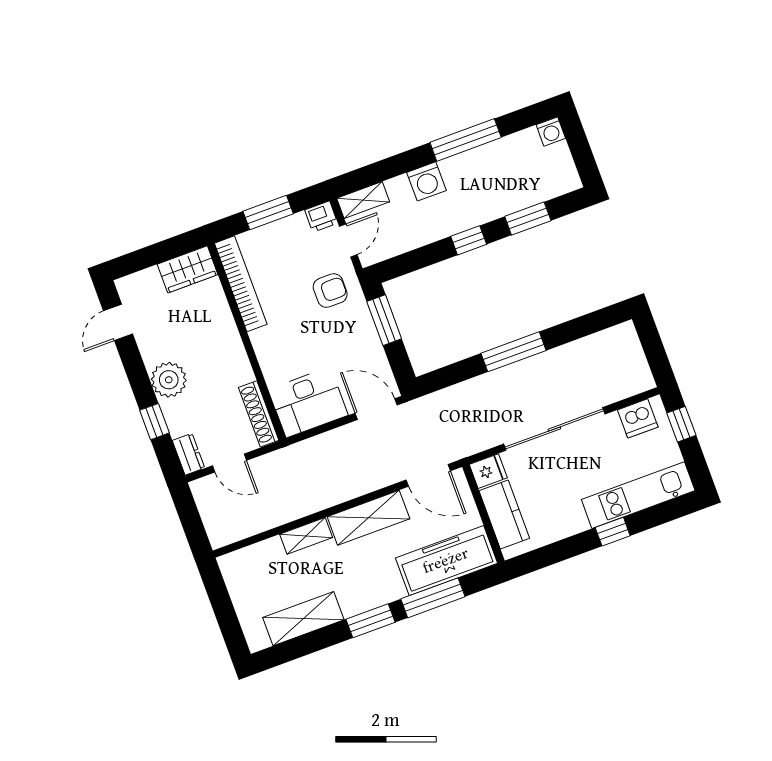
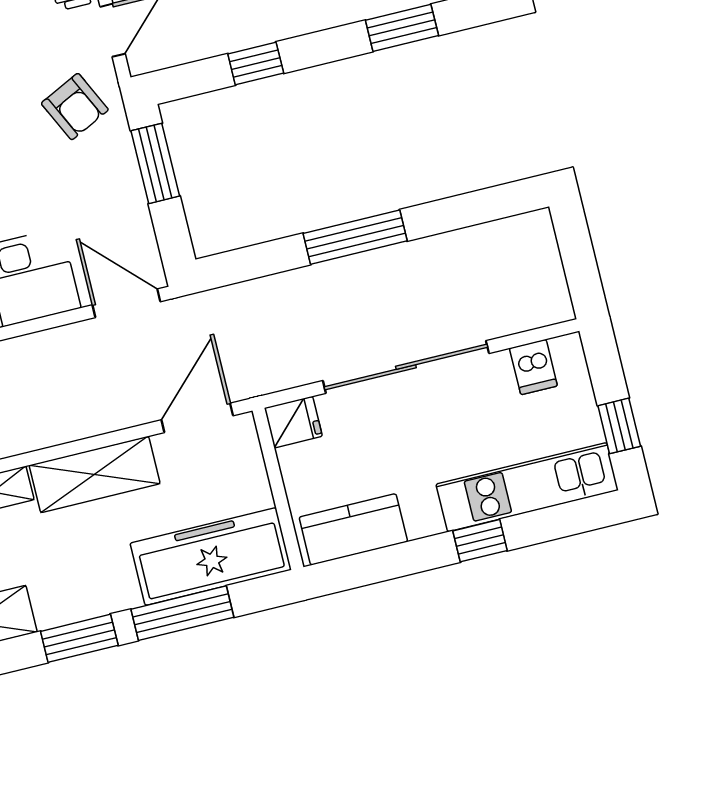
window: (469, 240) -> (256, 63), moved
armchair: (330, 291) -> (75, 107), turned 64
dishwasher: (638, 418) -> (533, 367), width x0.73
window: (681, 424) -> (619, 426), moved
door: (428, 475) -> (197, 418), swing flipped
kitchen counter: (504, 514) -> (353, 529), moved, turned -90

